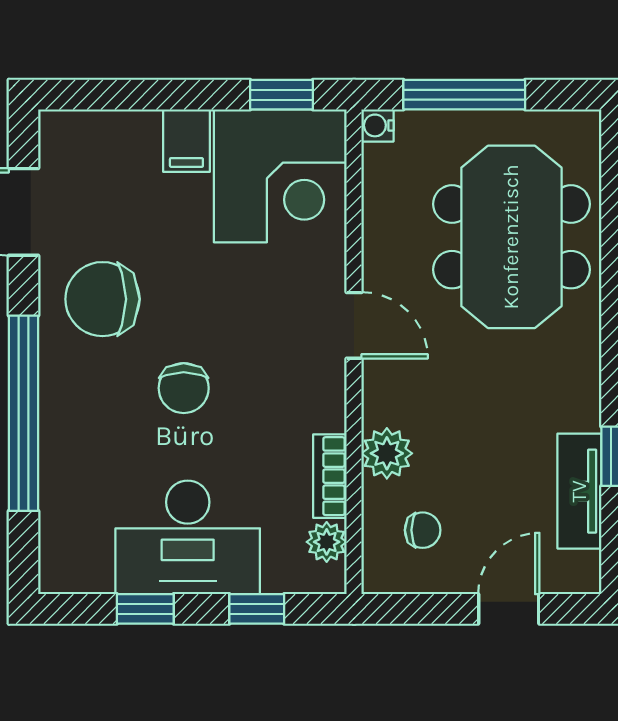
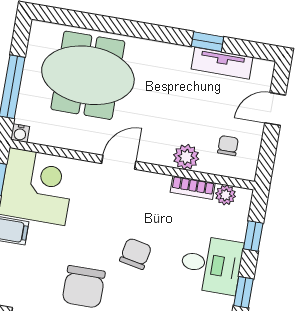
chair: (184, 388) -> (136, 254), turned -79
desk: (188, 537) -> (211, 265), width x0.73
door: (509, 609) -> (275, 109), hinge flipped

